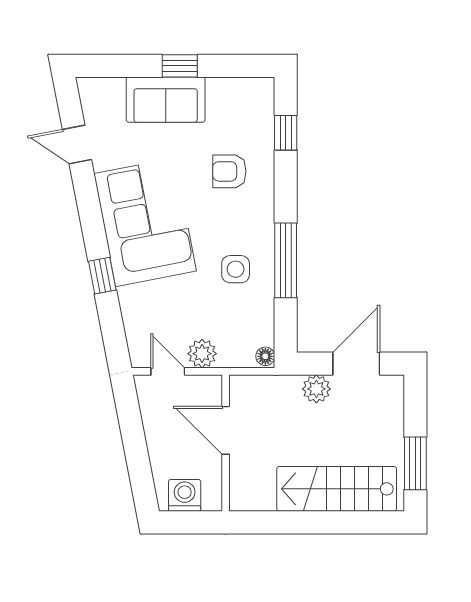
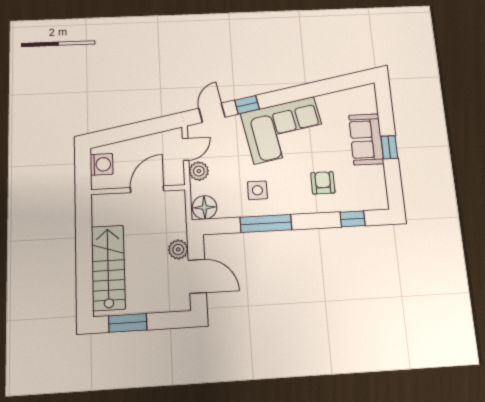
door: (77, 145) -> (212, 113), moved
floor lamp: (265, 356) -> (205, 207), width x1.89, depth x1.89

